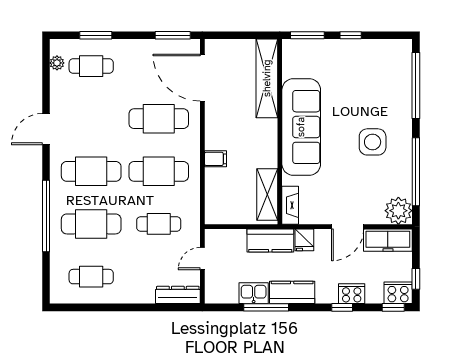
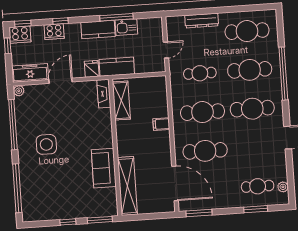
sofa: (301, 127) -> (104, 168), width x0.54, depth x0.79
plant: (398, 211) -> (19, 91), width x0.53, depth x0.53
cafe table: (91, 277) -> (247, 31), width x1.37, depth x1.35
dresser: (178, 295) -> (202, 21), moved

